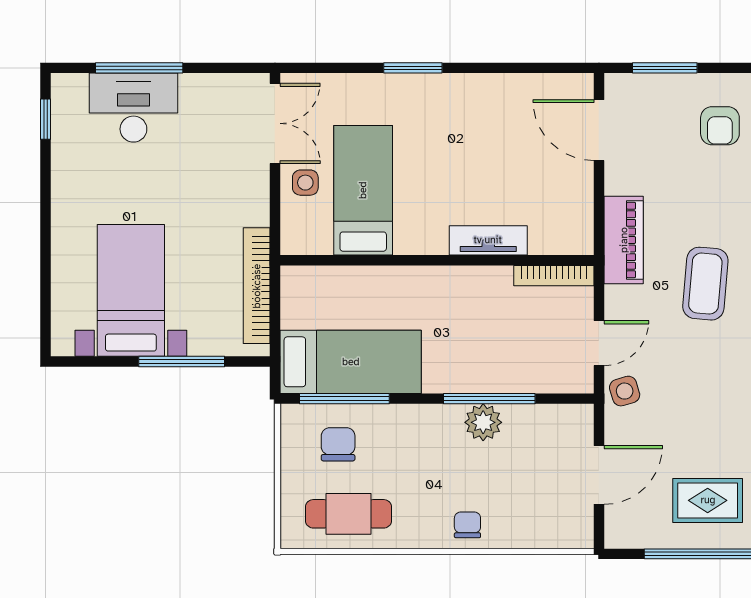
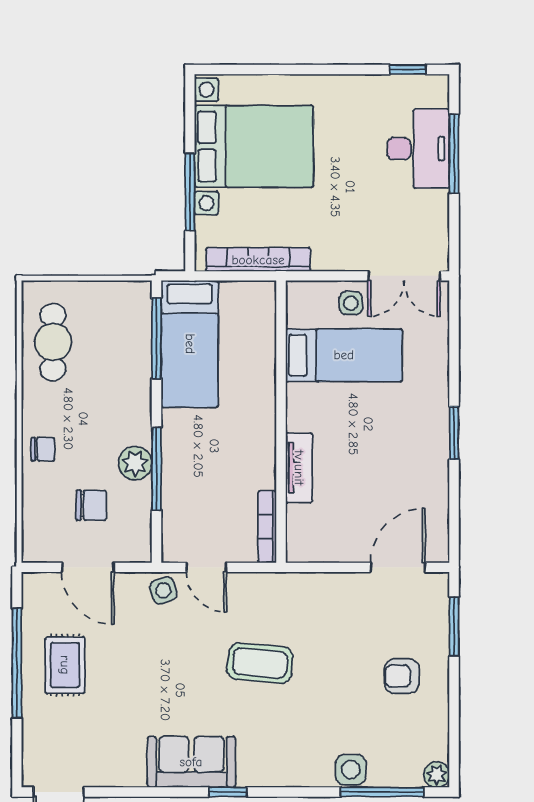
window: (413, 68) -> (454, 433), moved
piano: (624, 240) -> (299, 589), removed
bed with nightstands: (131, 290) -> (254, 146), width x1.36
chair: (338, 444) -> (91, 505), moved

